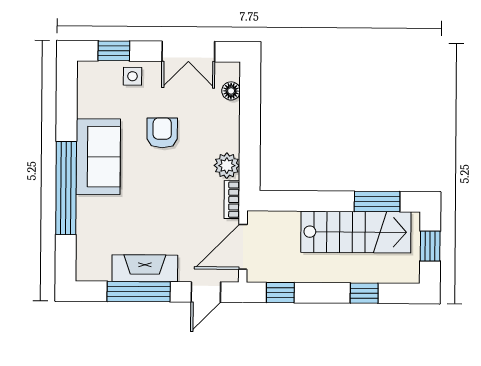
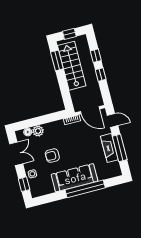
sofa: (98, 157) -> (75, 178), width x1.36
plant: (227, 166) -> (38, 131), moved
window: (280, 293) -> (101, 75), moved

